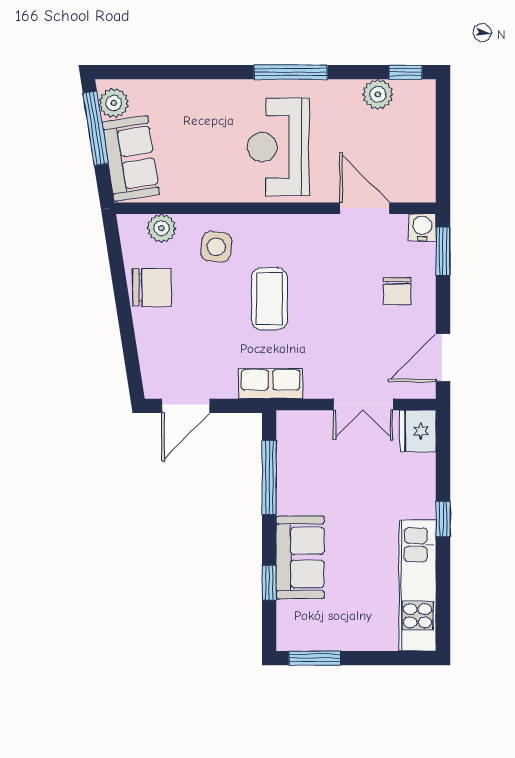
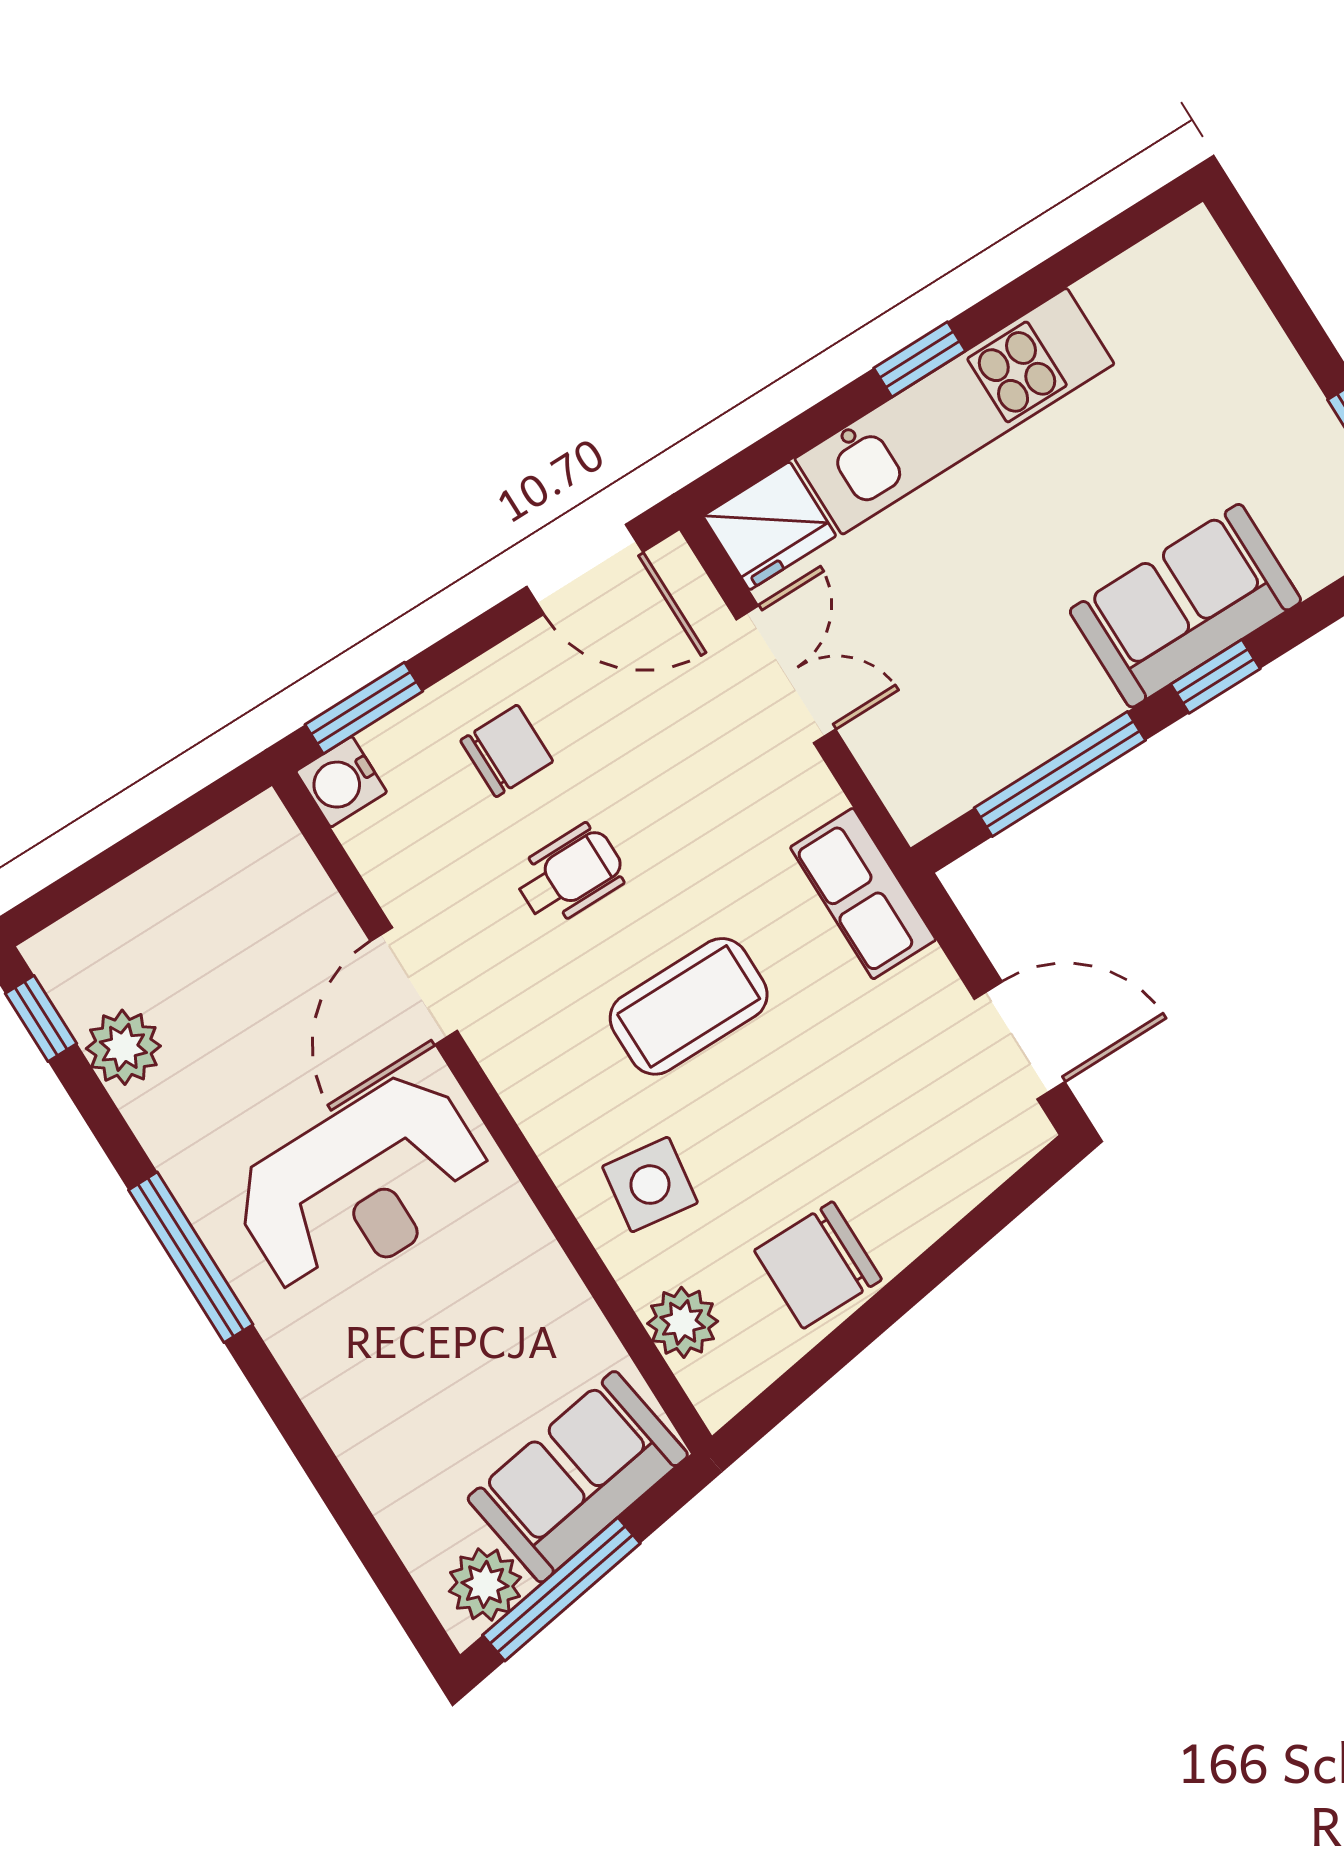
door: (365, 208) -> (414, 986), moved
wheelchair: (341, 286) -> (570, 875), added
chair: (152, 287) -> (818, 1265), turned -90
window: (269, 583) -> (1216, 676), moved
kitchen unit: (418, 586) -> (954, 411), moved

